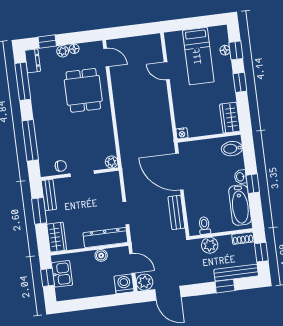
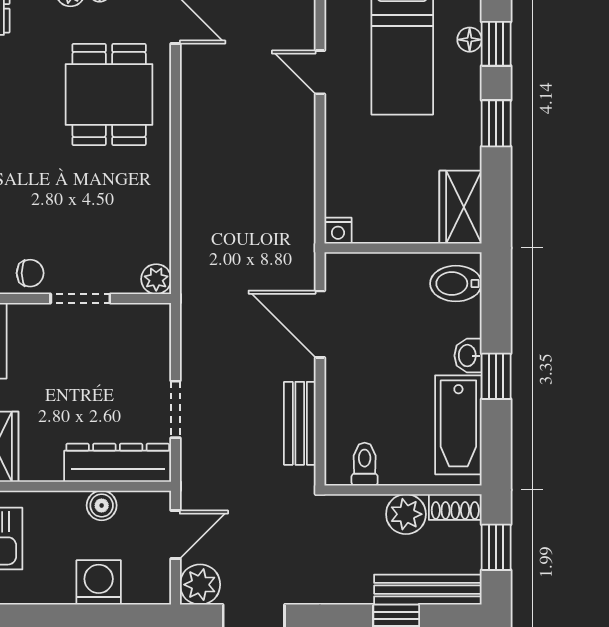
door: (179, 172) -> (320, 324), width x0.73
plant: (210, 245) -> (406, 514), moved
door: (132, 263) -> (176, 535), hinge flipped
washing machine: (124, 284) -> (99, 582), moved

